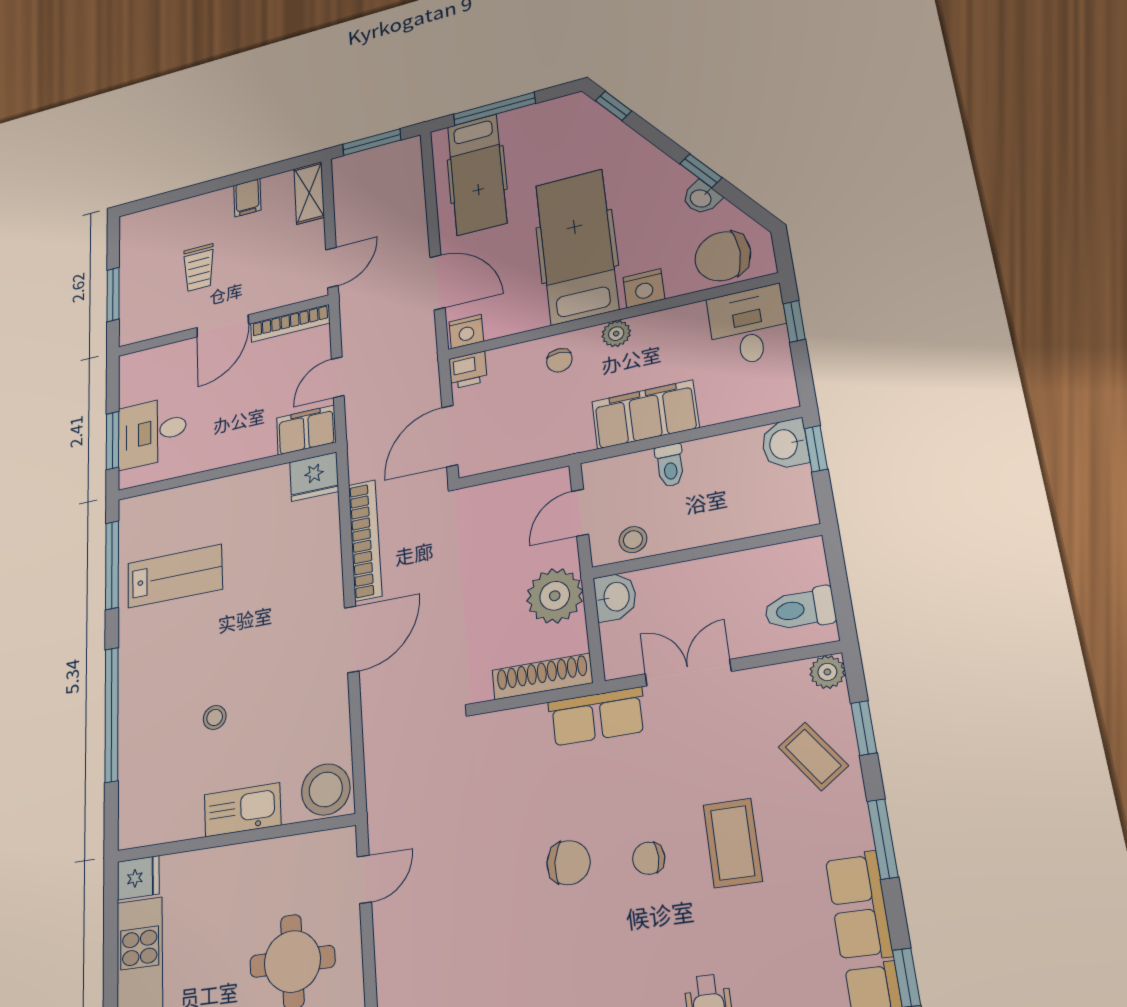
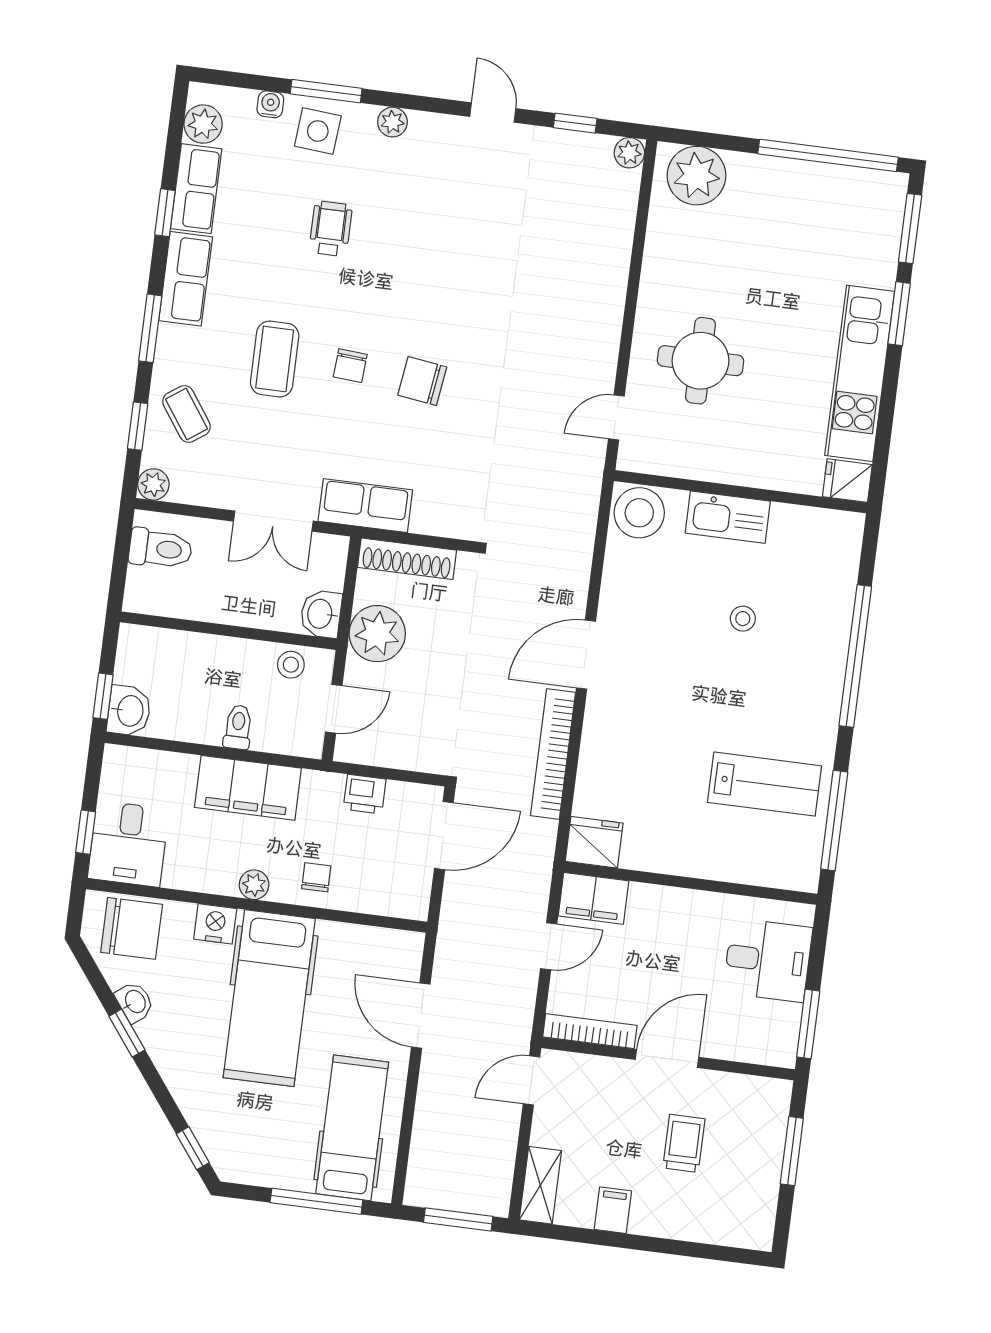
nightstand: (466, 332) -> (403, 946), removed
printer: (468, 370) -> (365, 794), moved, turned 180
window: (113, 441) -> (808, 1024), moved
lab bench: (175, 576) -> (764, 784), turned 180
chair: (649, 858) -> (350, 366), turned 94

